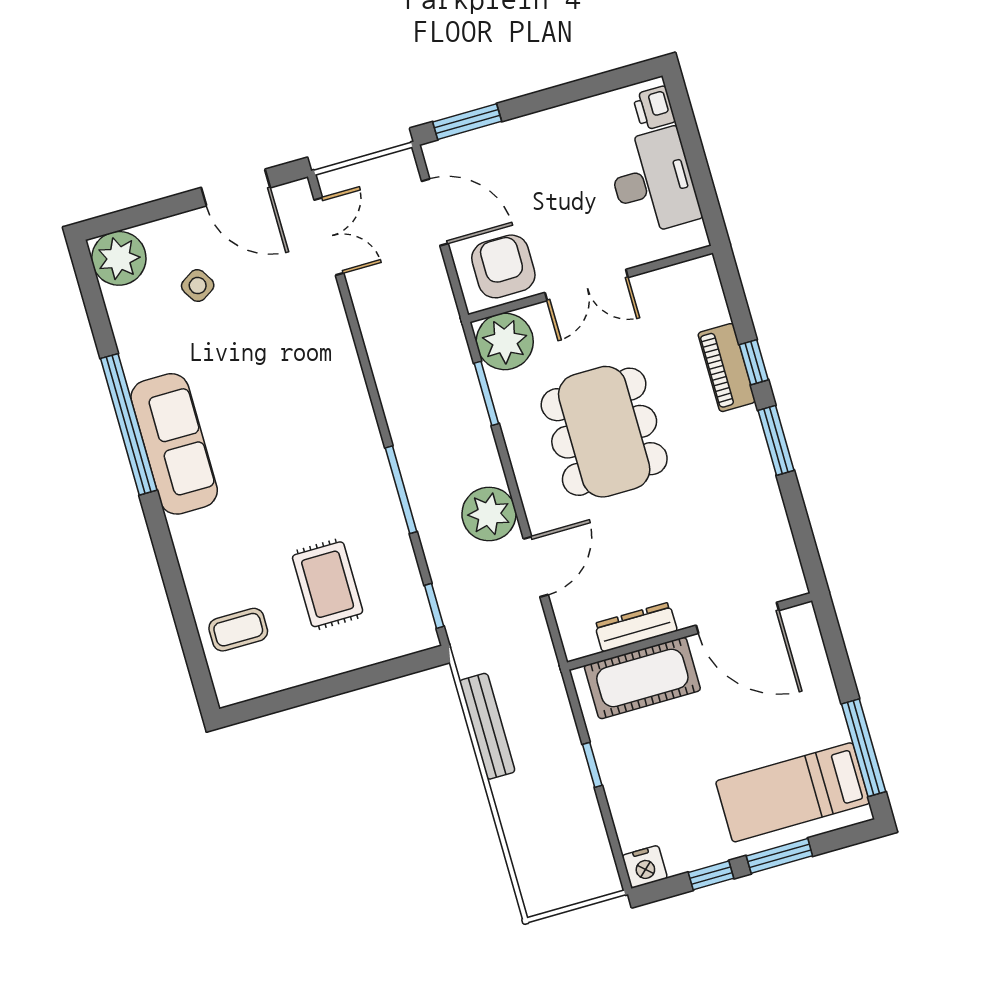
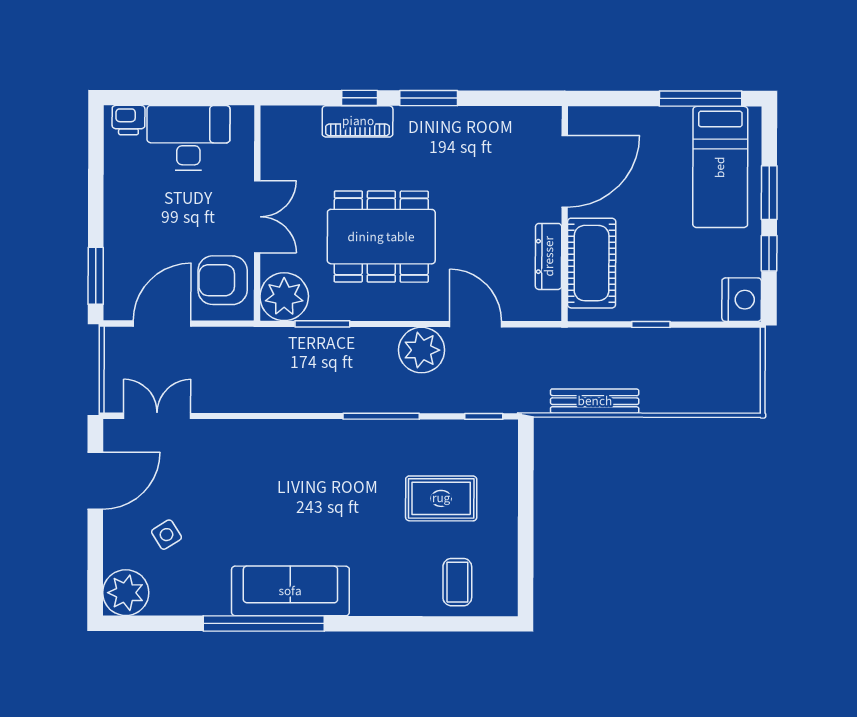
nightstand: (645, 867) -> (742, 300), width x1.36, depth x1.33

